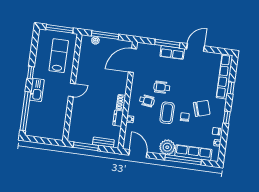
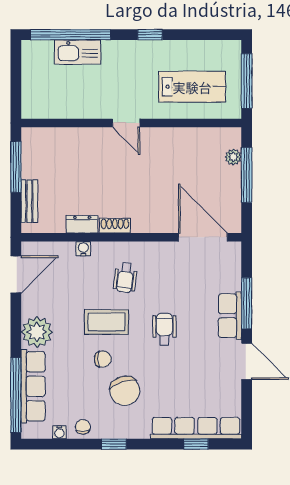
wheelchair: (162, 87) -> (164, 329), moved
window: (231, 88) -> (196, 444), moved
kitchen sink: (37, 90) -> (77, 52), moved
window: (183, 160) -> (16, 395), moved

